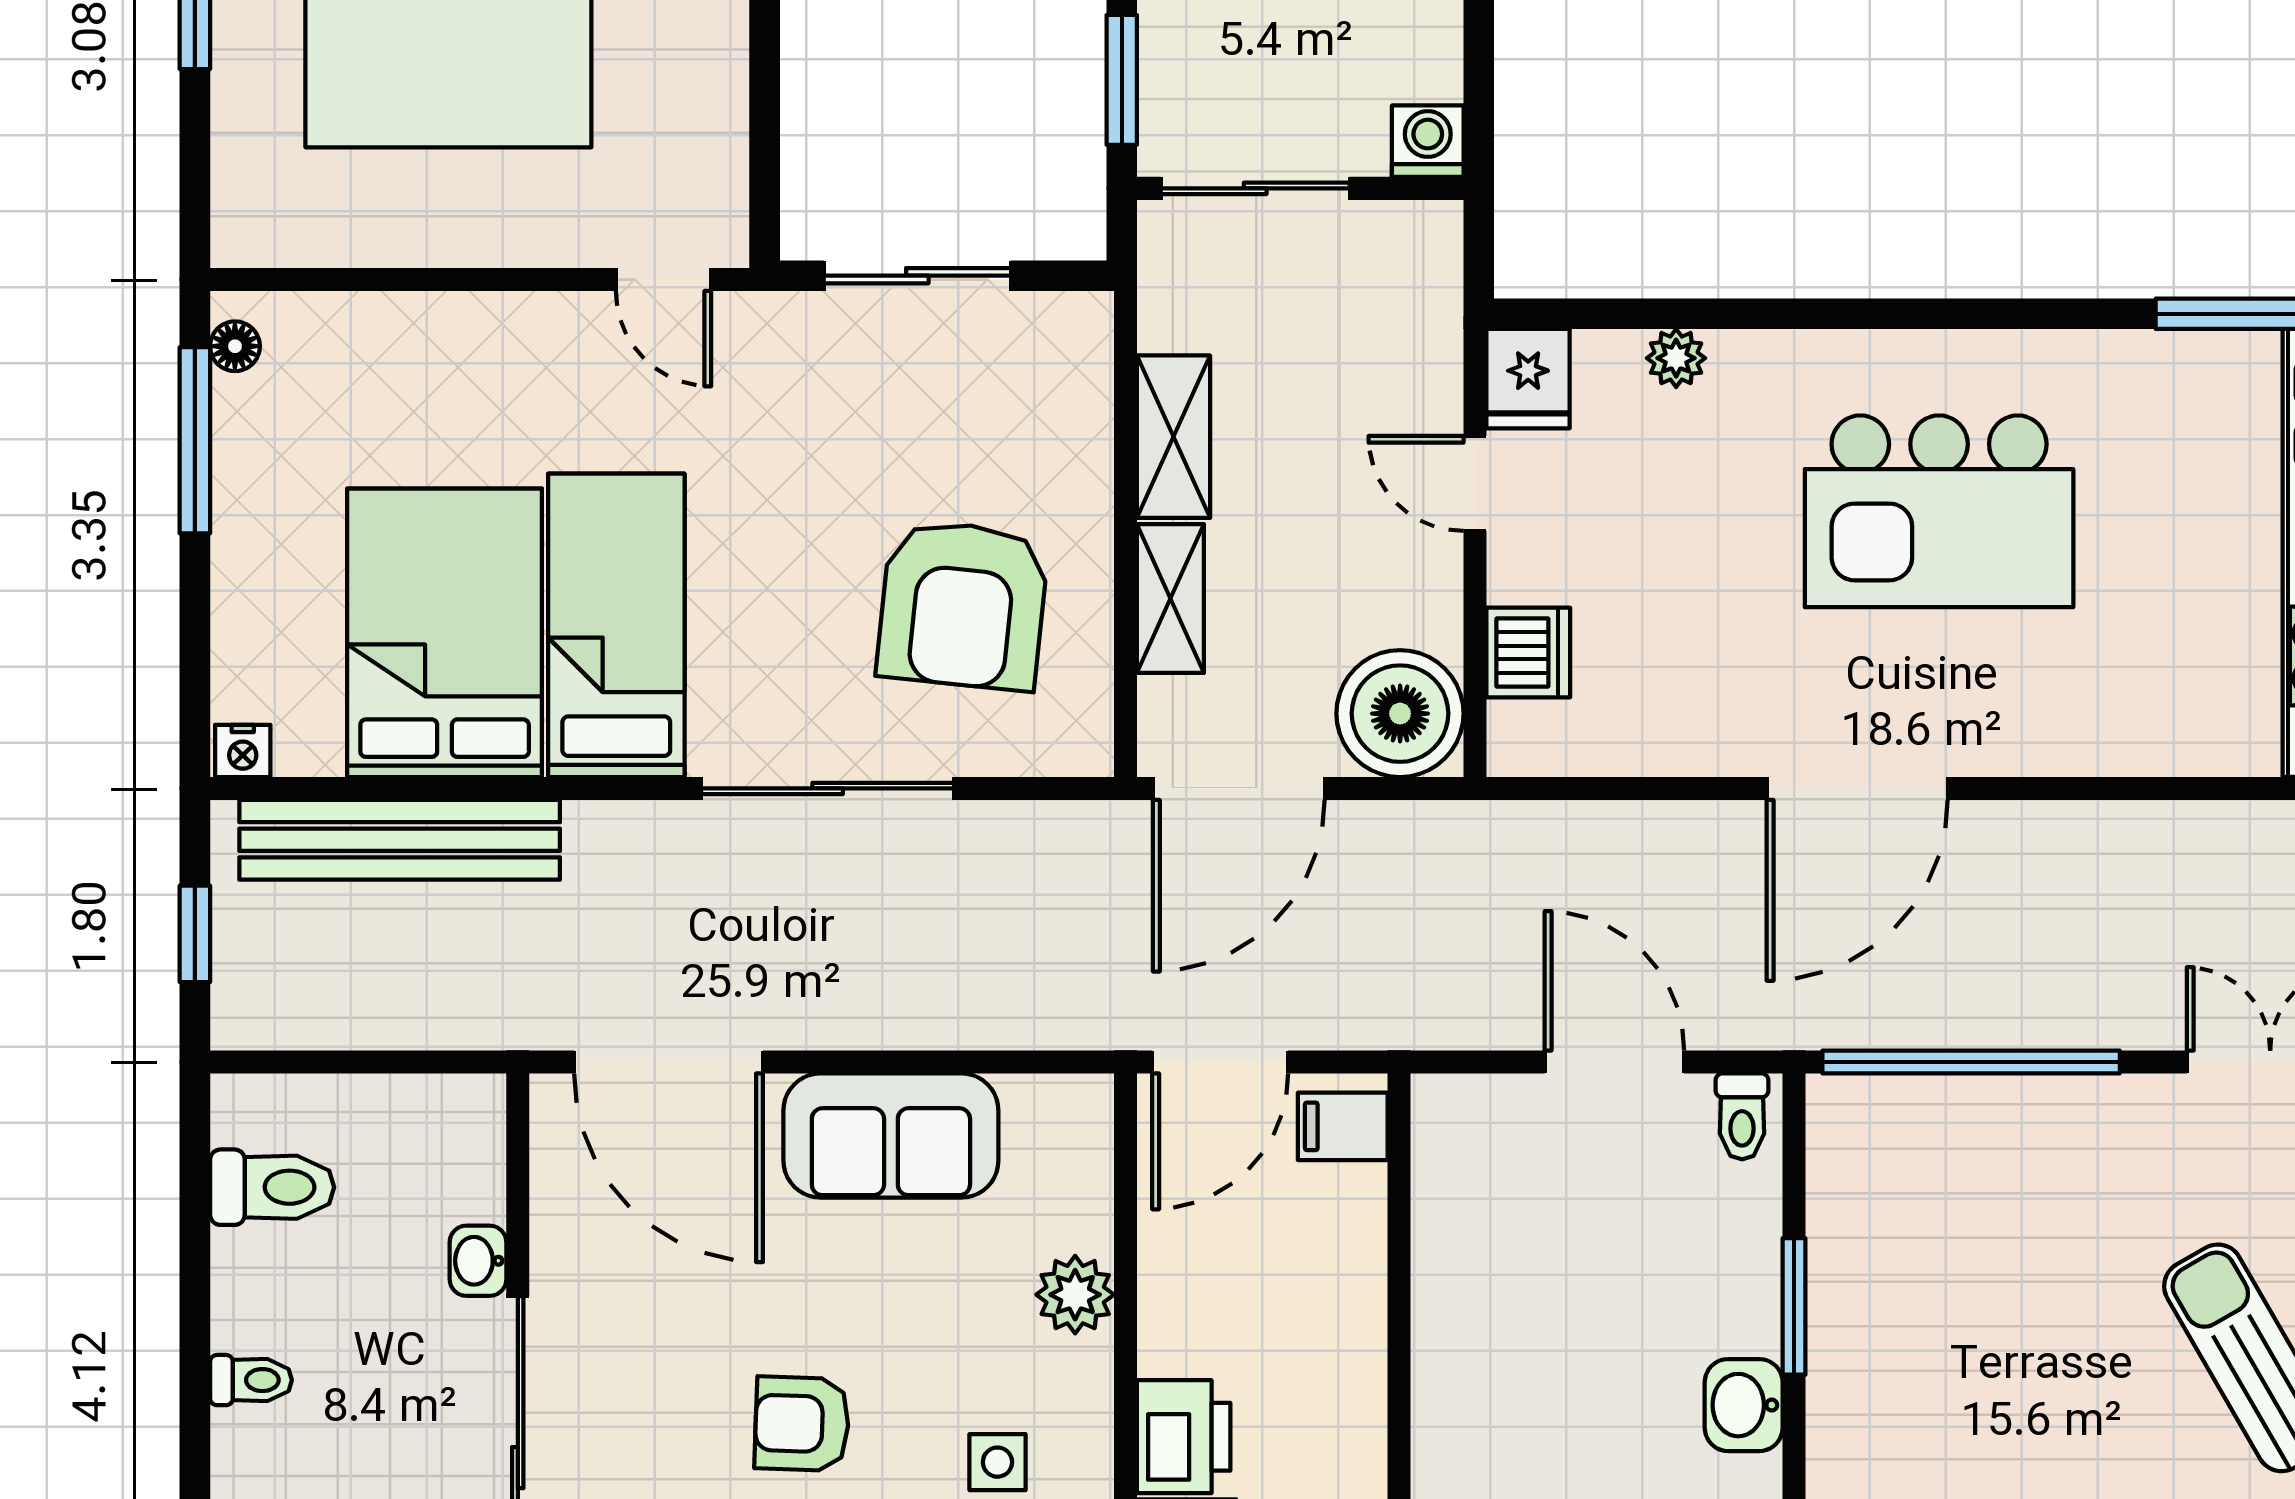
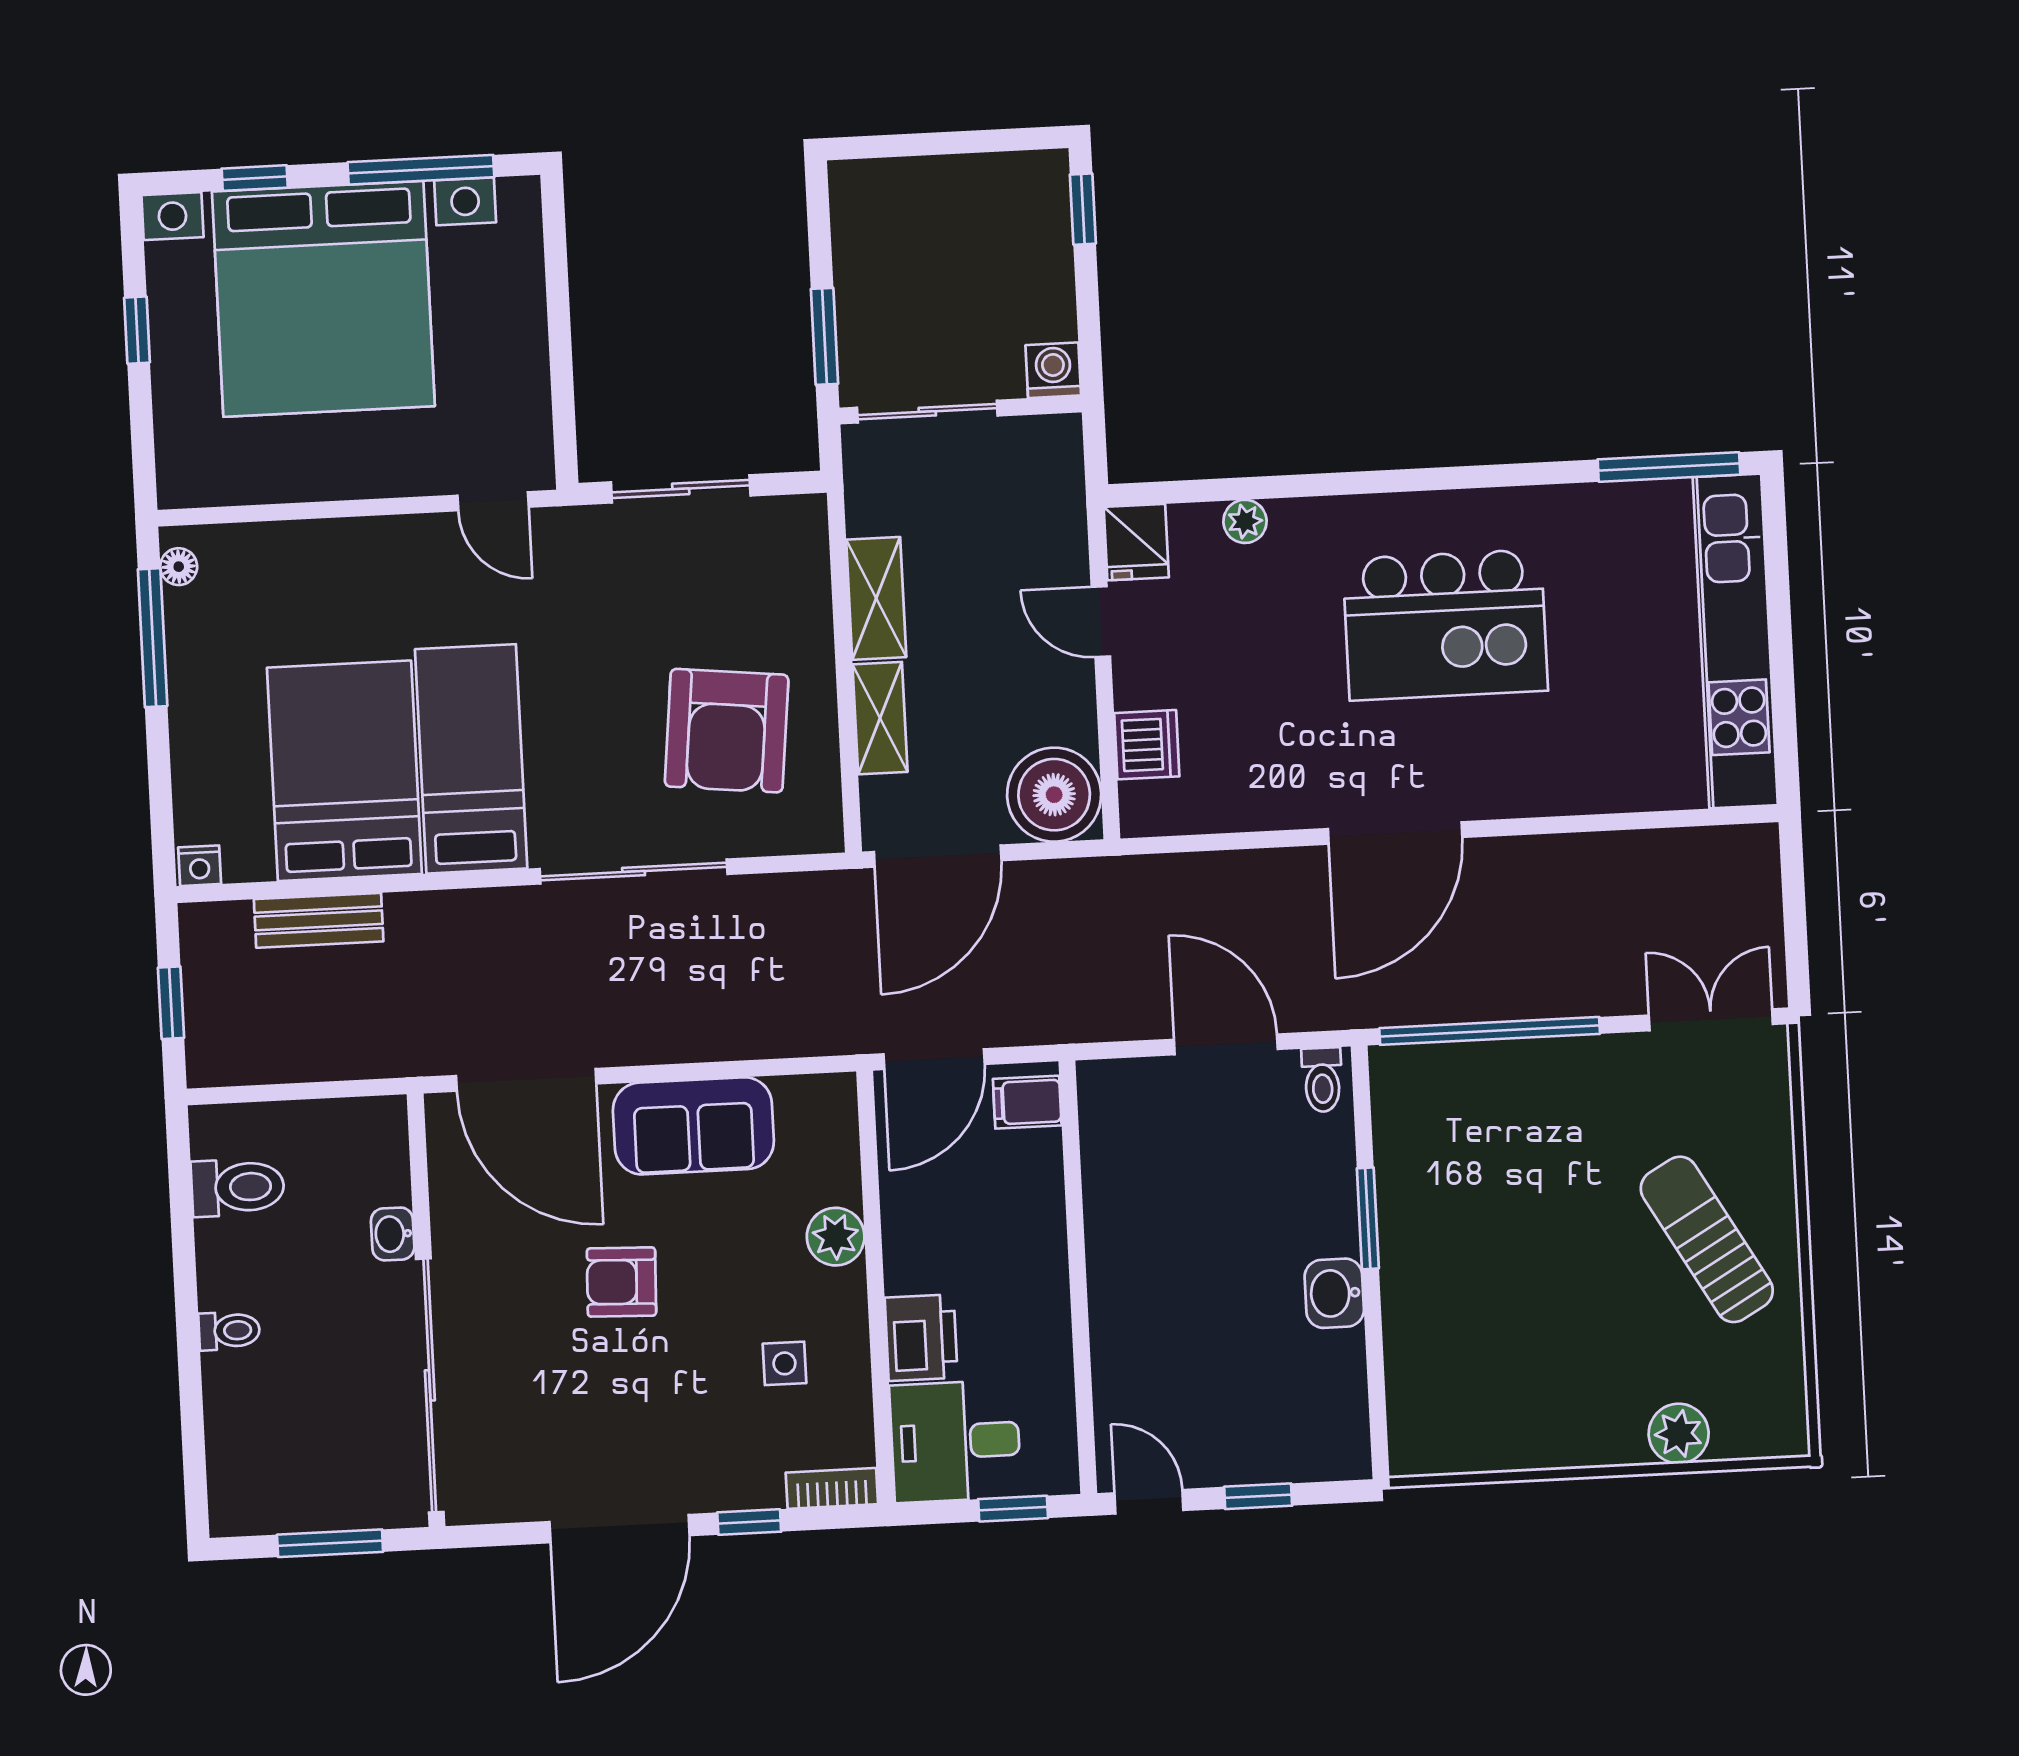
bench: (400, 840) -> (319, 920), width x0.54, depth x0.82
armchair: (802, 1424) -> (621, 1282), moved

